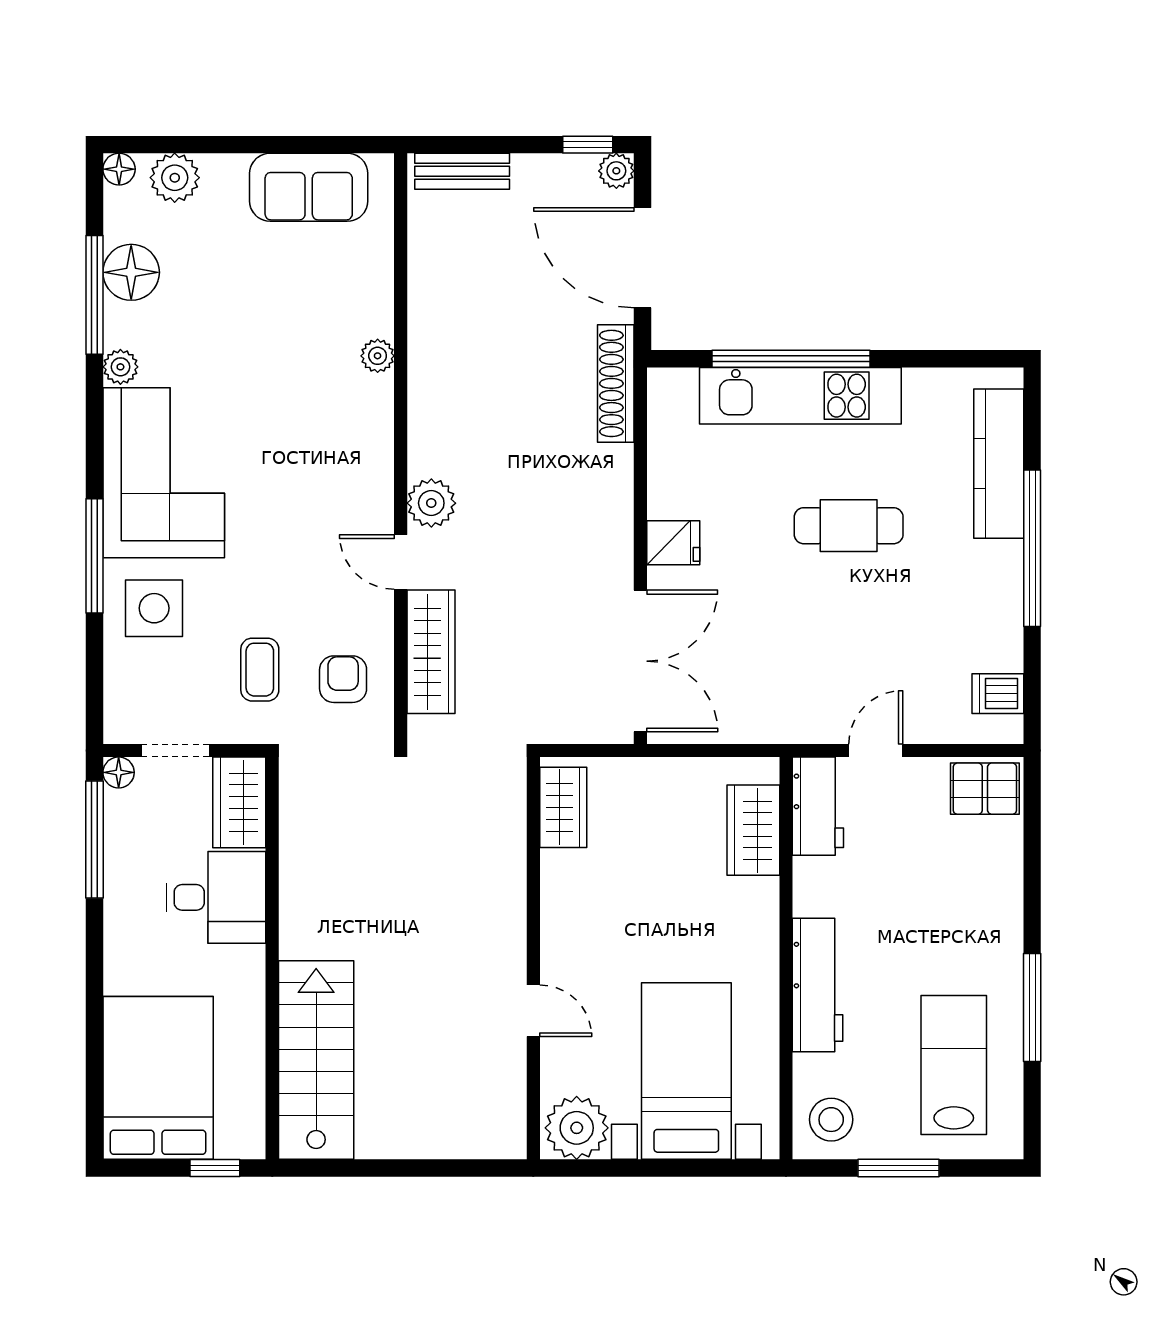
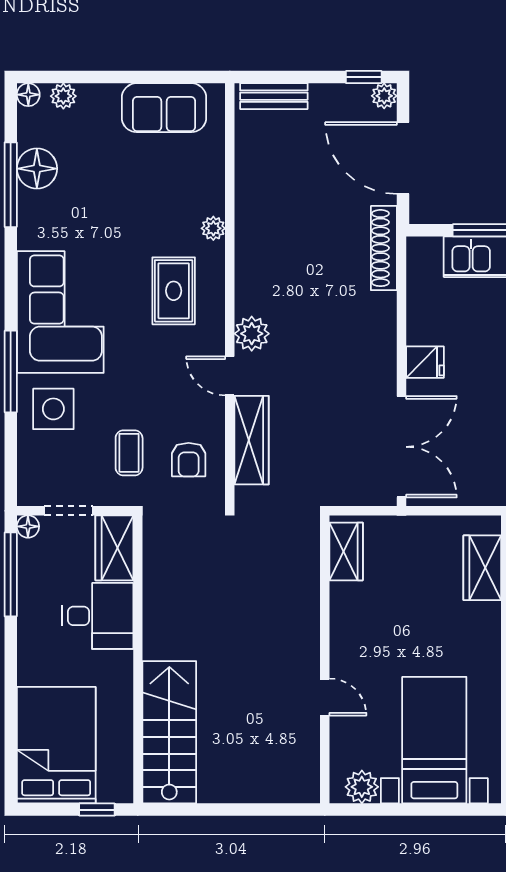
plant: (175, 178) -> (63, 96), width x0.73, depth x0.73
plant: (120, 367) -> (29, 236), removed
rug: (322, 443) -> (174, 291), added
armchair: (343, 679) -> (189, 460), turned 180
plant: (577, 1128) -> (362, 787), width x0.73, depth x0.73

